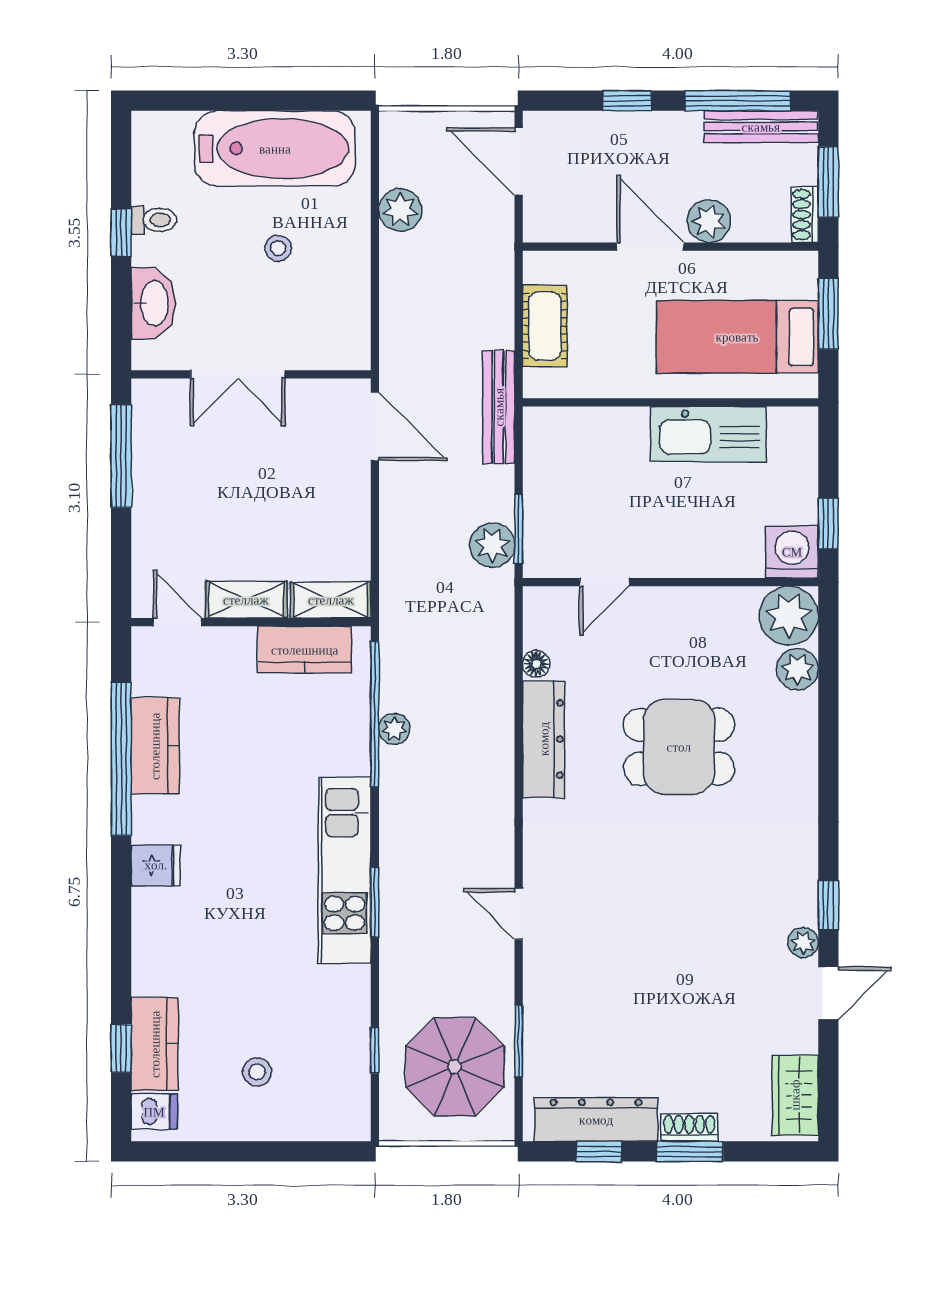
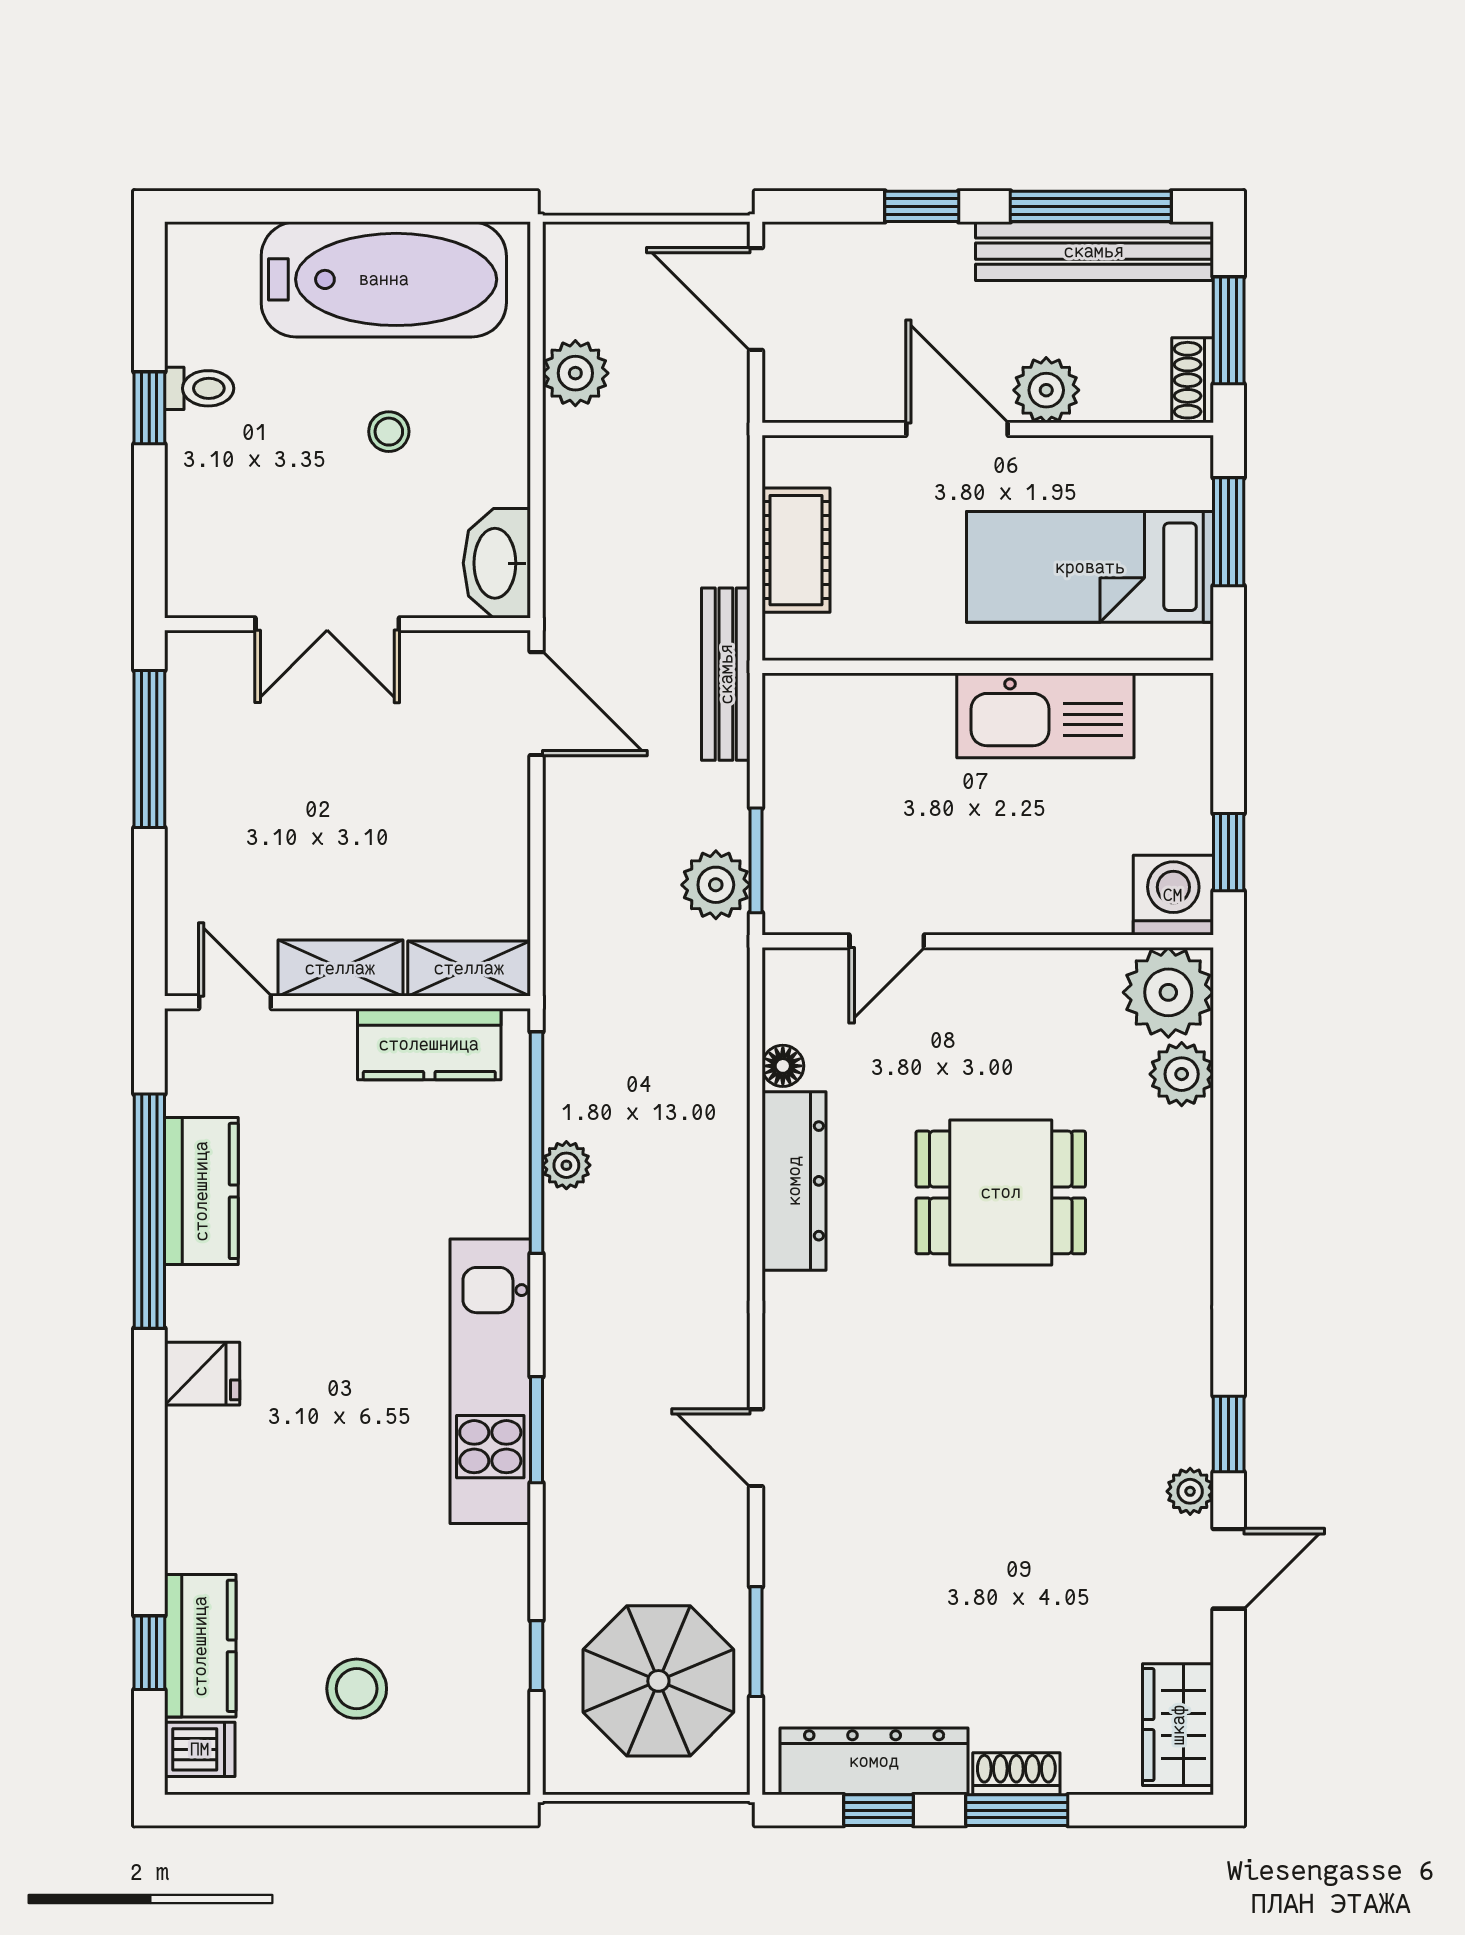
bench: (761, 127) -> (1094, 251), width x1.37, depth x1.21
washbasin: (153, 303) -> (497, 563), moved, turned 180
stool: (257, 1072) -> (357, 1689), width x1.37, depth x1.37

